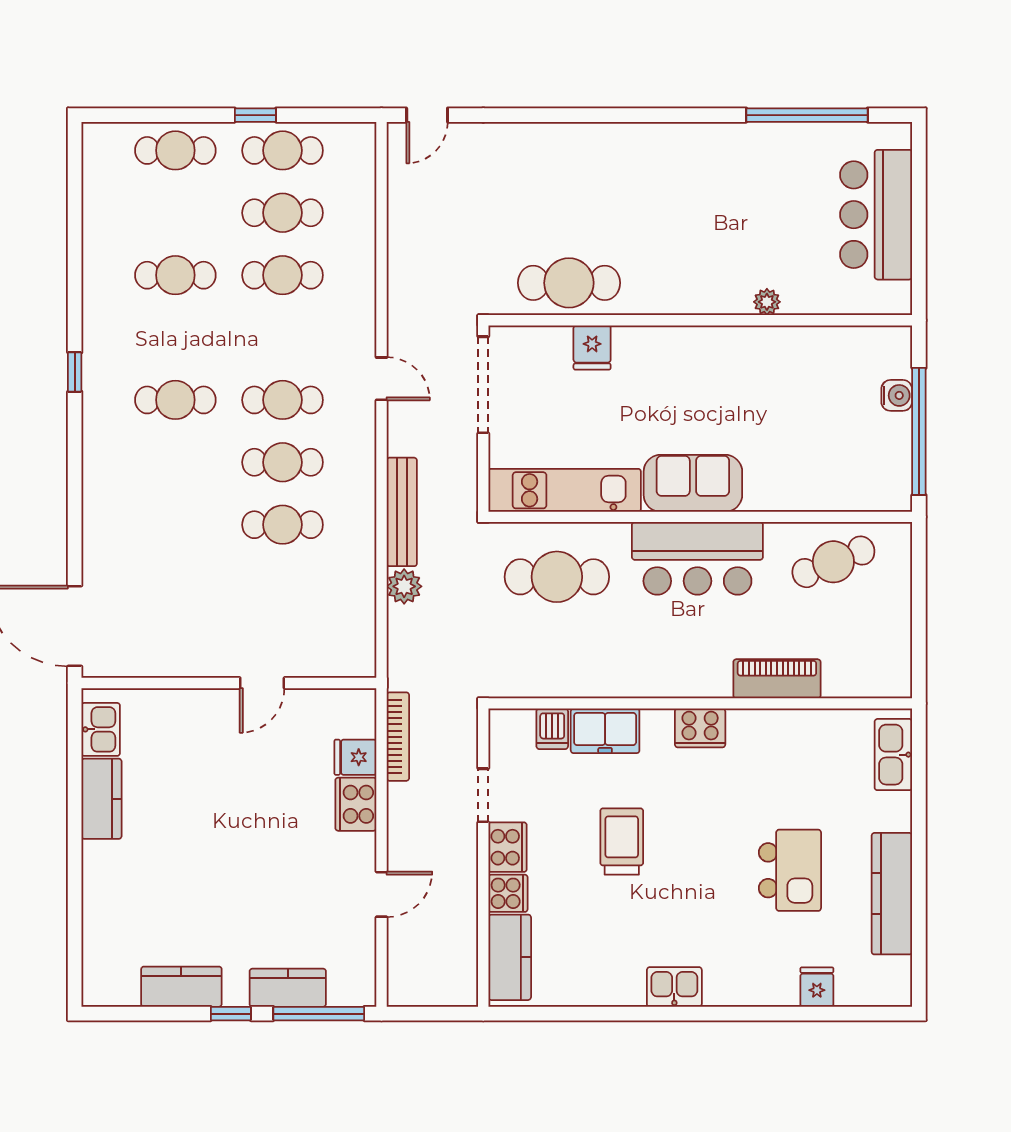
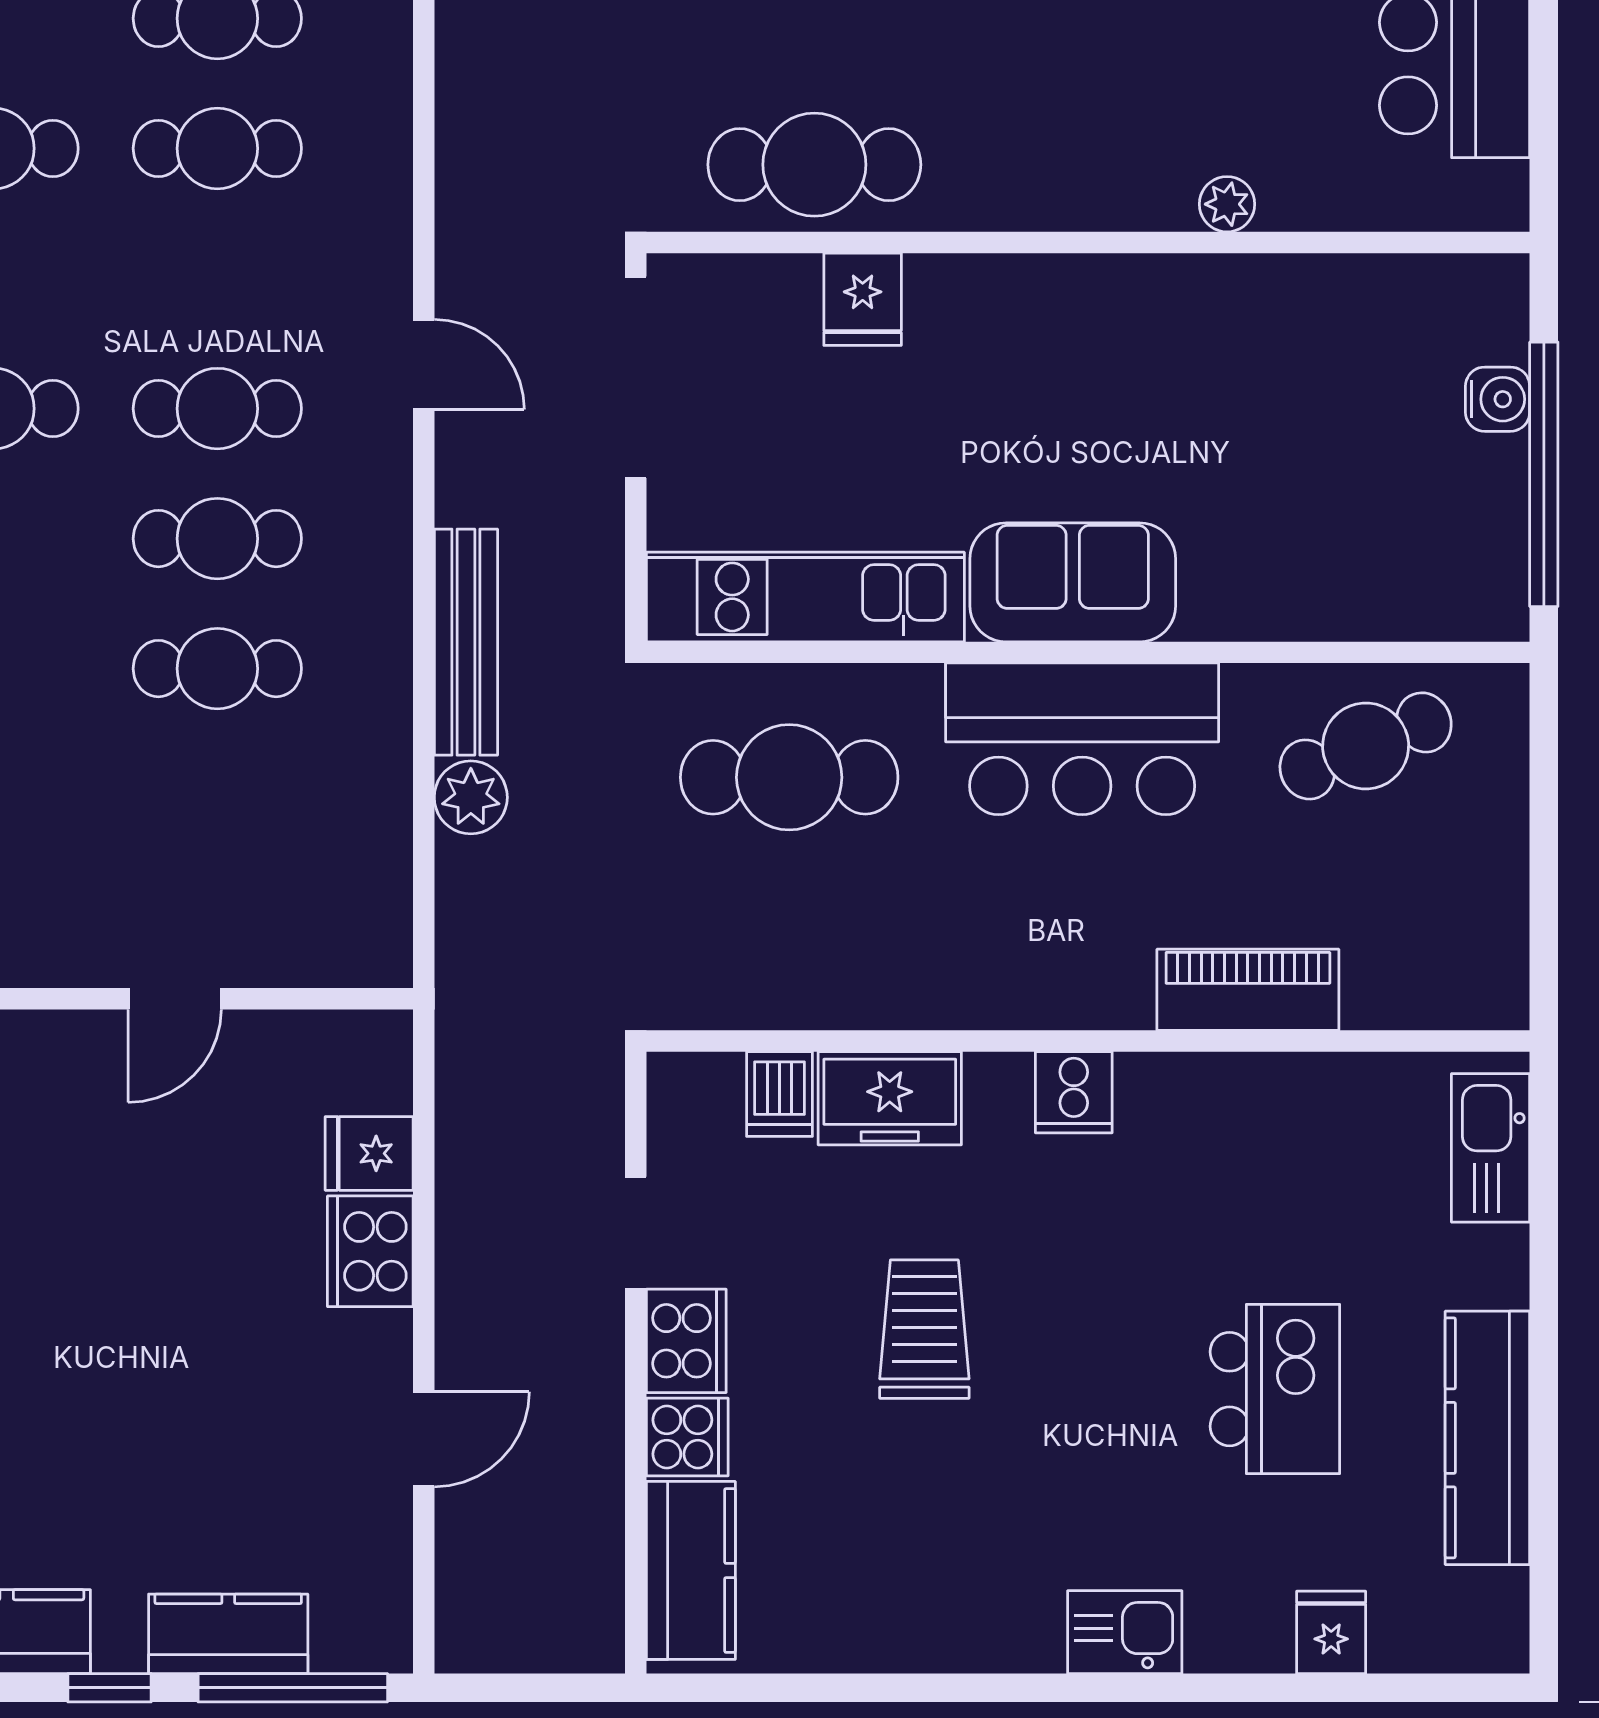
cooker: (700, 728) -> (1074, 1092), width x0.73
bookcase: (398, 737) -> (458, 1110), removed
kitchen sink: (674, 987) -> (1125, 1632), moved

